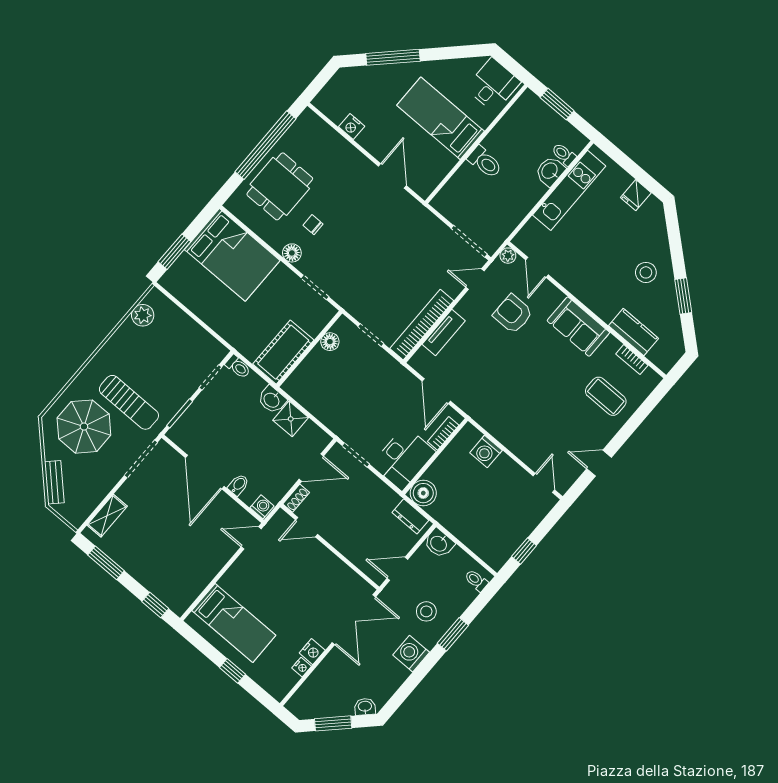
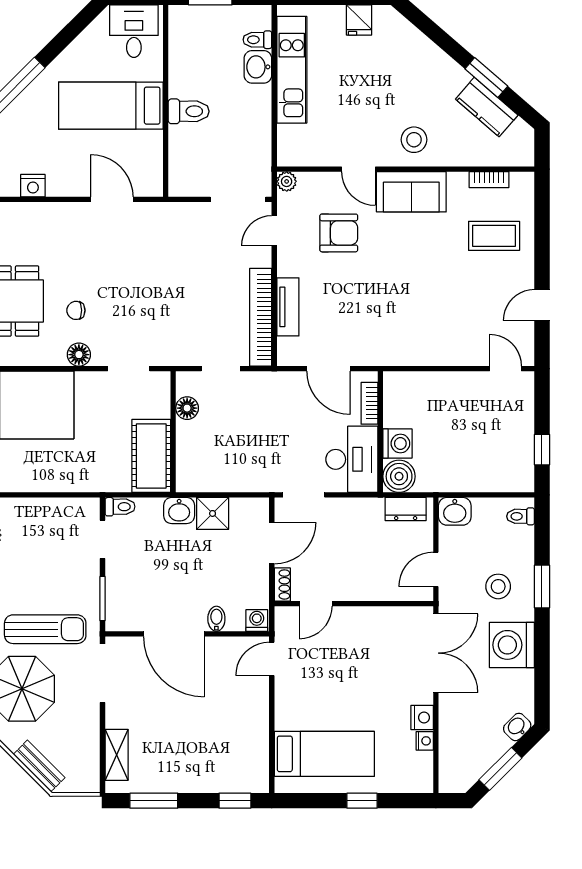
door: (537, 267) -> (359, 169), moved
stool: (646, 272) -> (414, 140), moved
armchair: (513, 314) -> (339, 233), turned 180
kitchen counter: (634, 332) -> (487, 107), moved, turned -139
washing machine: (486, 452) -> (397, 443), moved, turned -90
washing machine: (411, 654) -> (512, 645), width x1.37, depth x1.37

